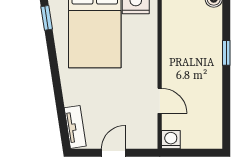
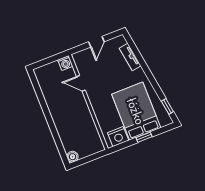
window: (226, 53) -> (52, 127), removed
tv unit: (75, 127) -> (130, 57), moved

